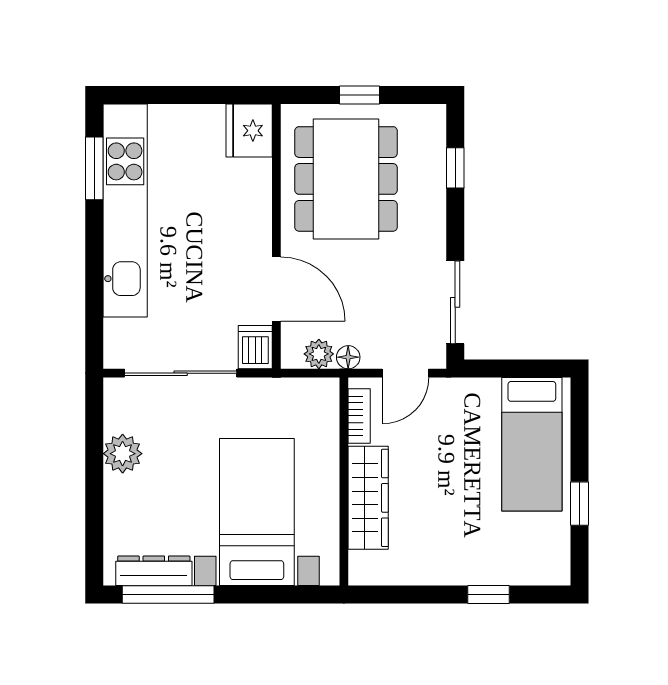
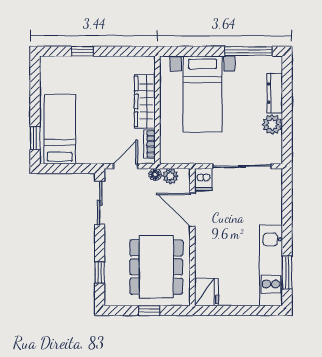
kitchen unit: (125, 210) -> (271, 265), width x0.73
window: (580, 504) -> (35, 138), moved
dresser: (154, 571) -> (275, 93), moved, turned 90

